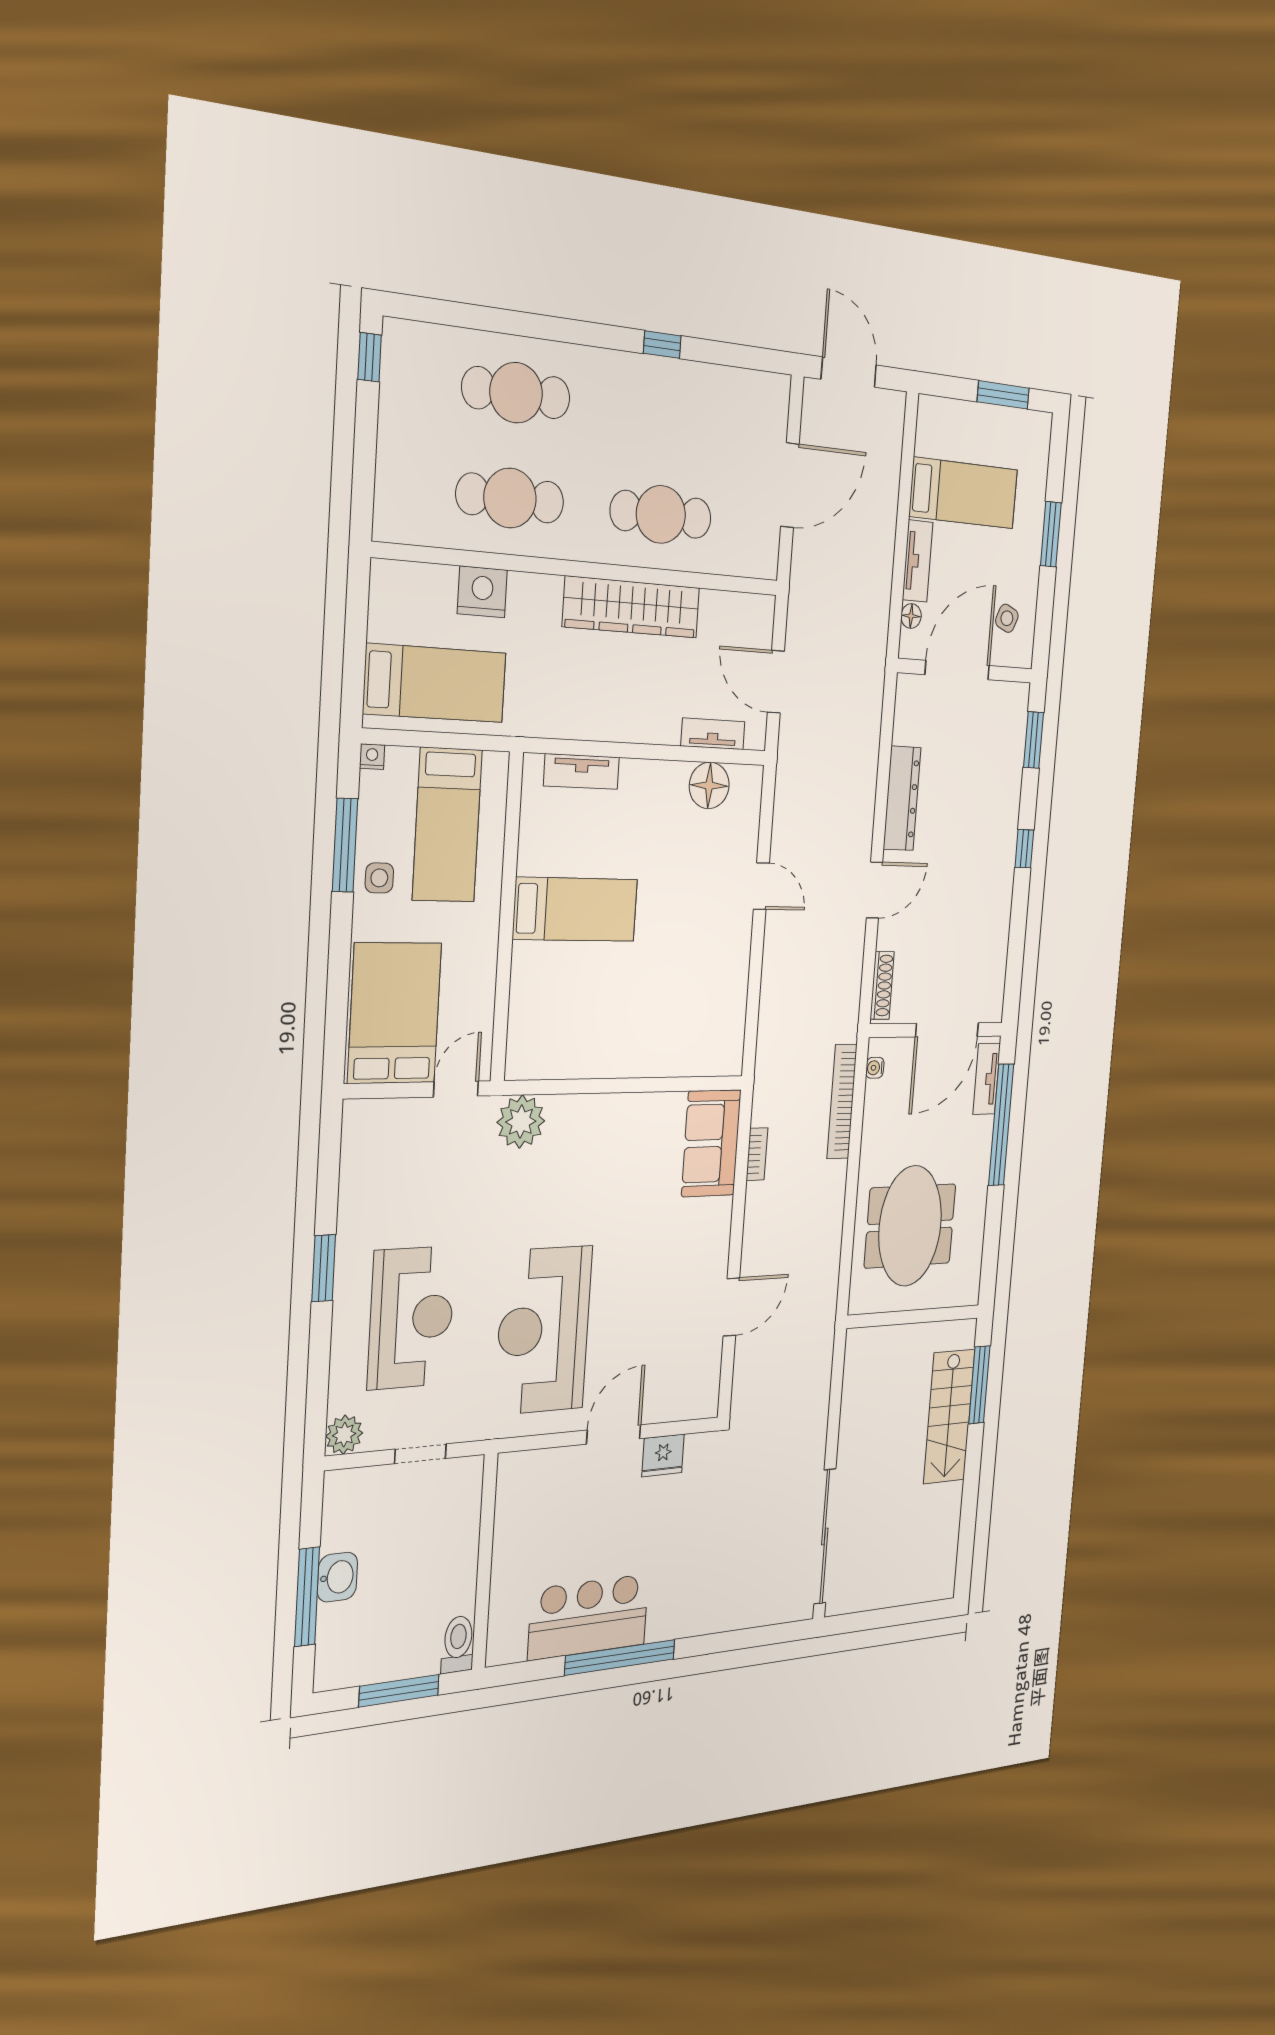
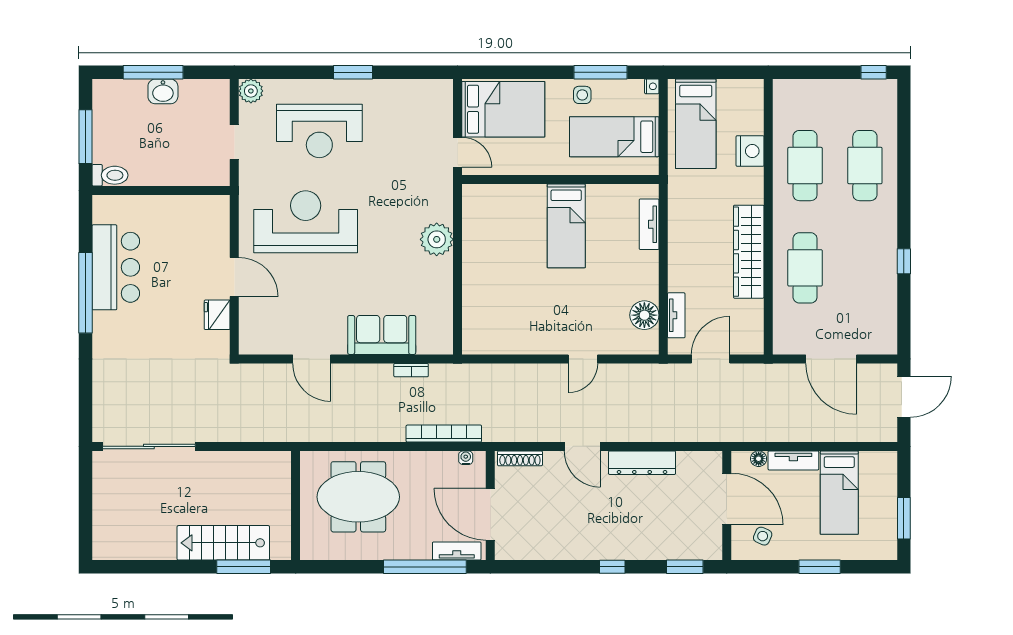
plant: (521, 1122) -> (437, 239), moved
sofa: (711, 1143) -> (382, 335), moved

